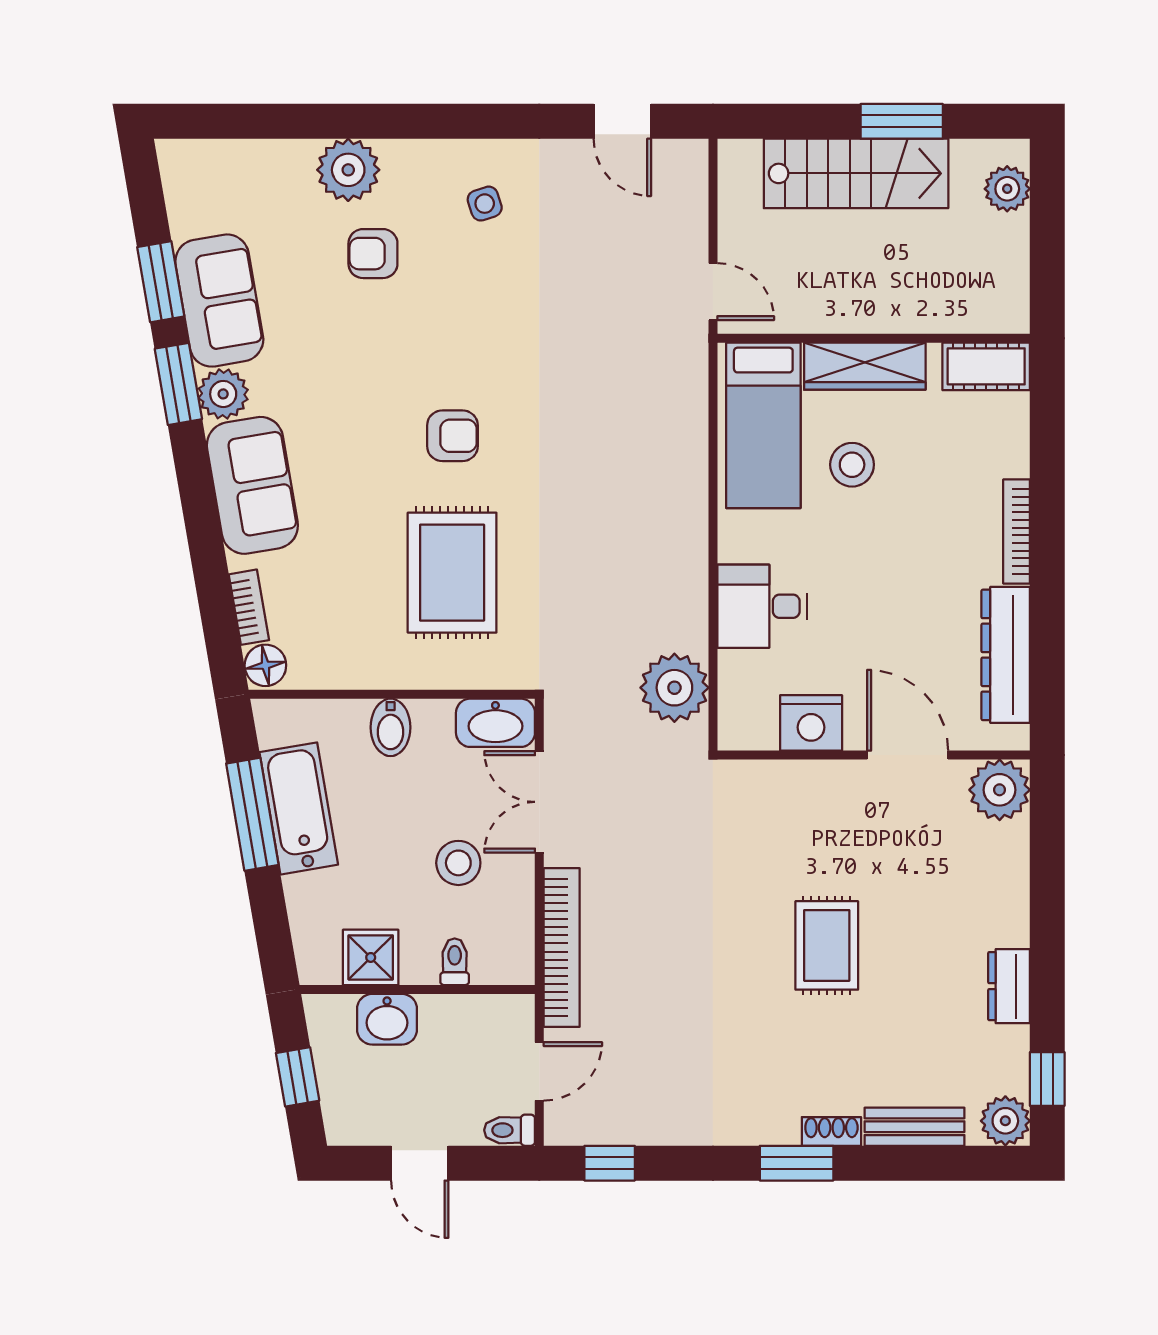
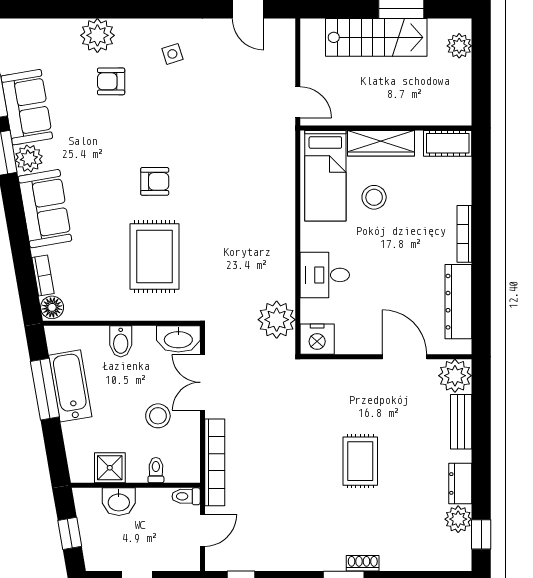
nightstand: (811, 723) -> (317, 339), moved
plant: (1005, 1121) -> (458, 519), moved
bench: (914, 1127) -> (461, 422), moved, turned 90
toilet: (510, 1130) -> (186, 496), moved

